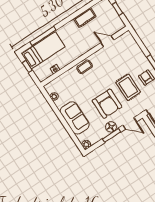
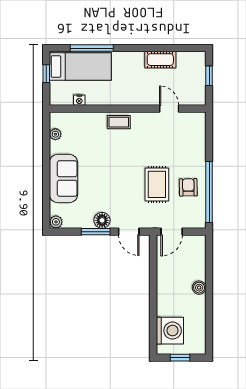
armchair: (107, 104) -> (116, 188), removed

